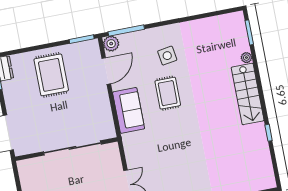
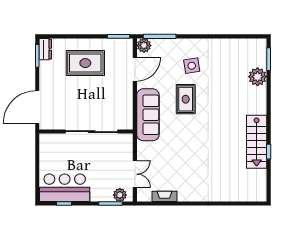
plant: (246, 58) -> (258, 77), width x1.88, depth x1.88
rug: (51, 75) -> (85, 63), turned 90
stairs: (248, 94) -> (257, 142), moved
sofa: (129, 110) -> (148, 115), width x1.36

